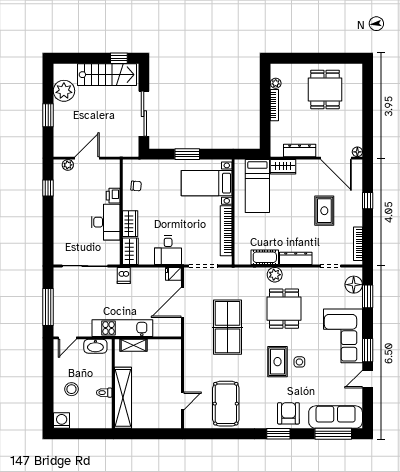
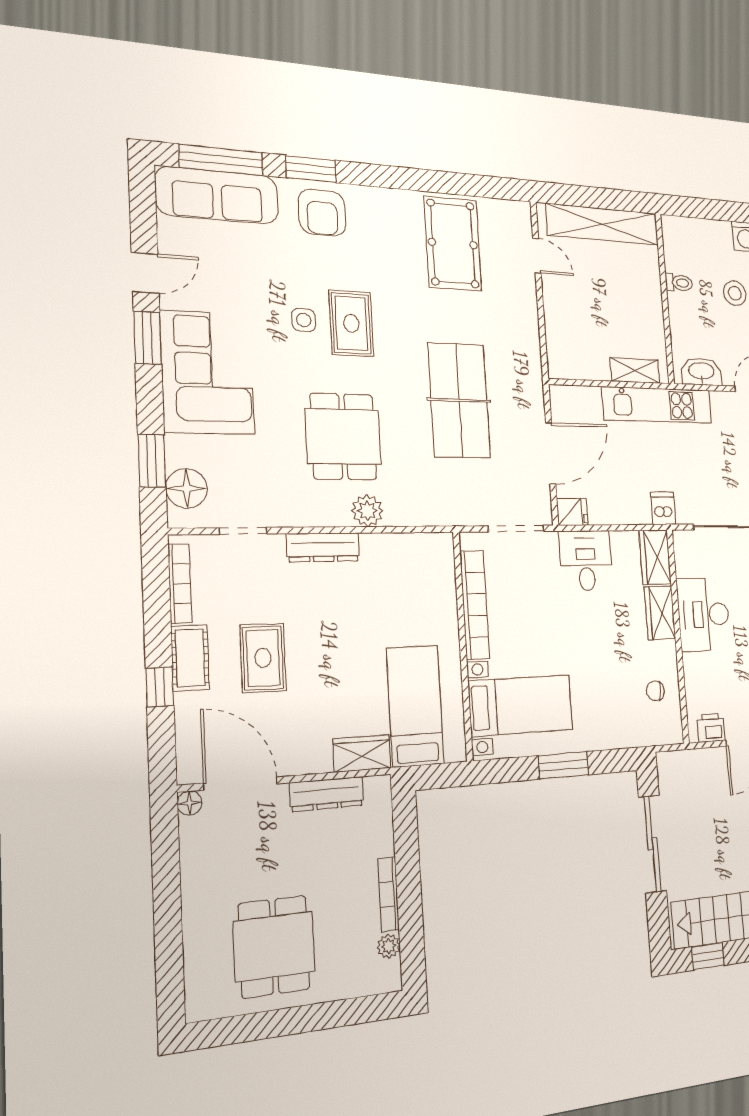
printer: (113, 196) -> (711, 728), moved, turned -90
cot: (265, 257) -> (190, 658), moved, turned 90
shelving: (123, 398) -> (603, 224), moved, turned 90
door: (183, 401) -> (537, 256), swing flipped
window: (278, 434) -> (311, 169), moved

